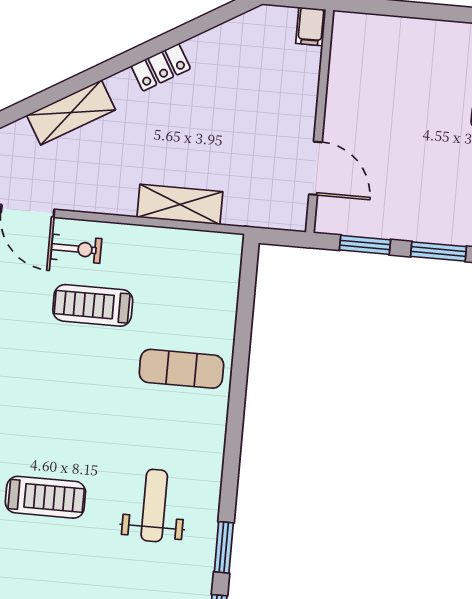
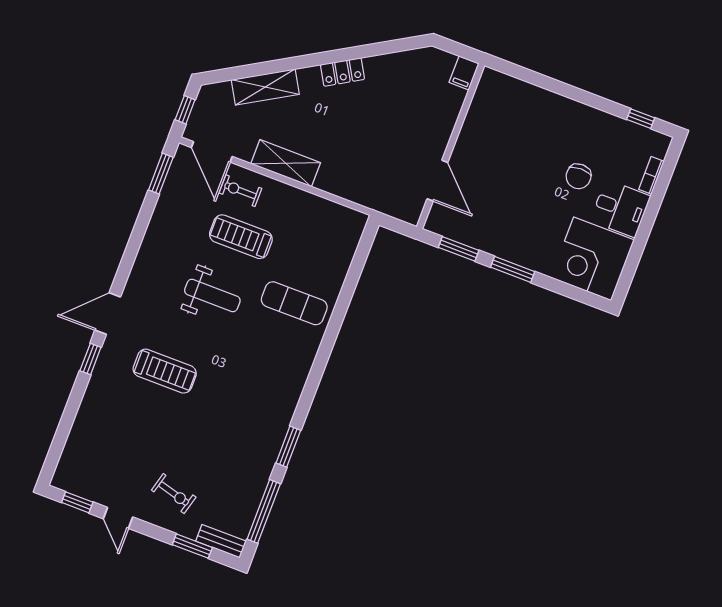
shelving: (180, 204) -> (286, 163), moved
exercise bike: (76, 249) -> (240, 191), turned 180
weight bench: (154, 505) -> (212, 295), moved, turned 90

